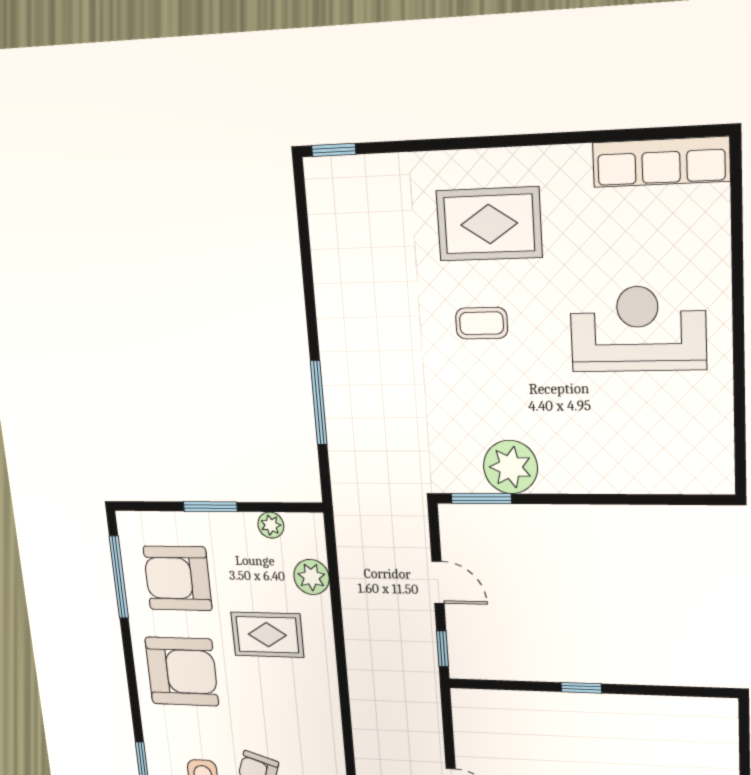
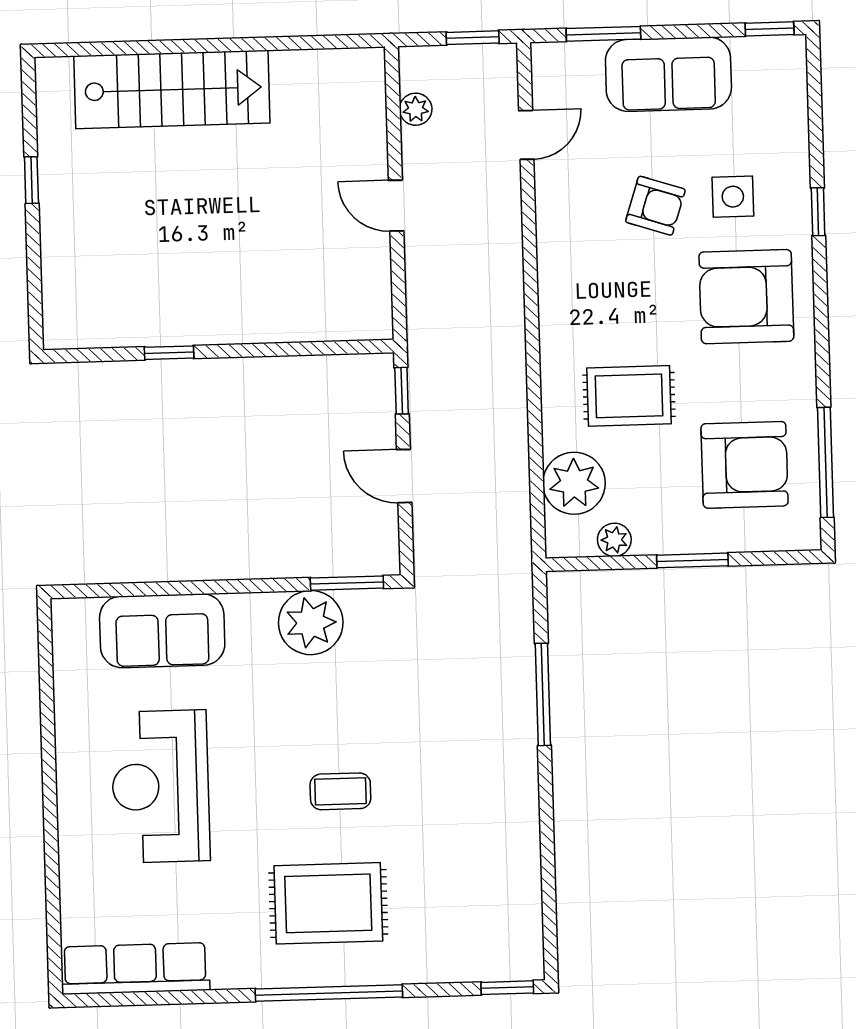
window: (486, 142) -> (329, 993), added
reception desk: (638, 329) -> (161, 786), turned 90
sofa: (637, 464) -> (162, 631), added
plant: (312, 577) -> (574, 483), width x1.36, depth x1.36
armchair: (182, 672) -> (746, 297), moved
window: (581, 688) -> (169, 353), moved

